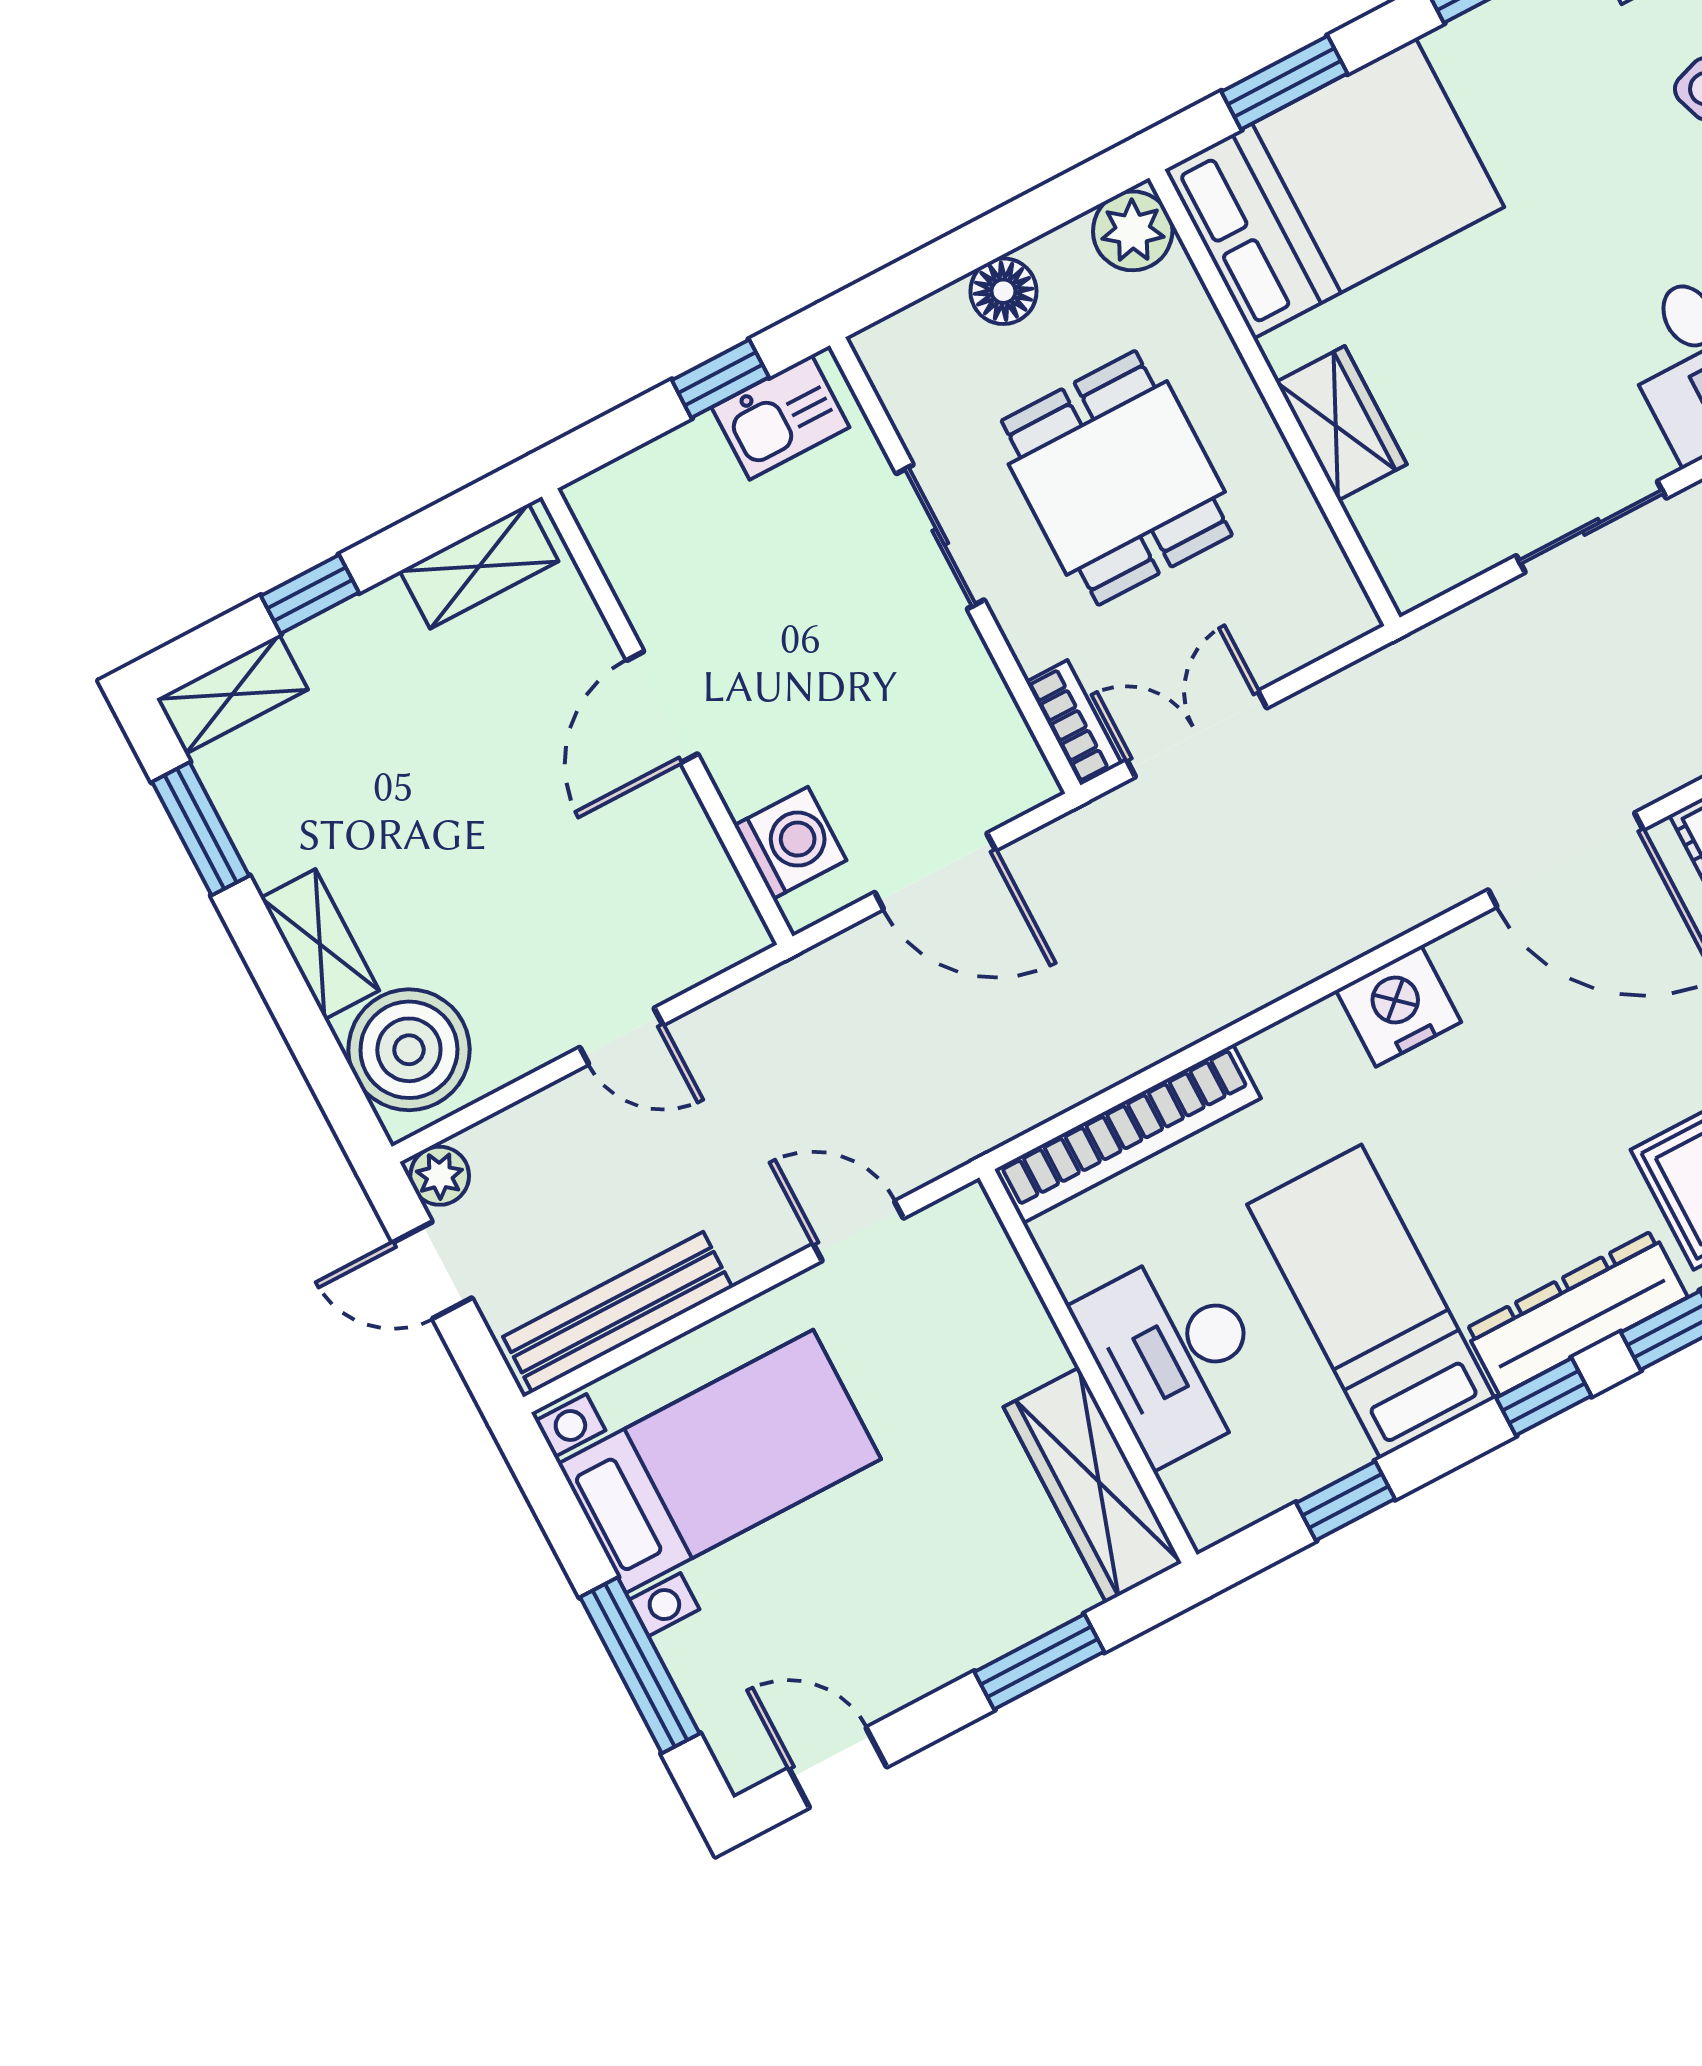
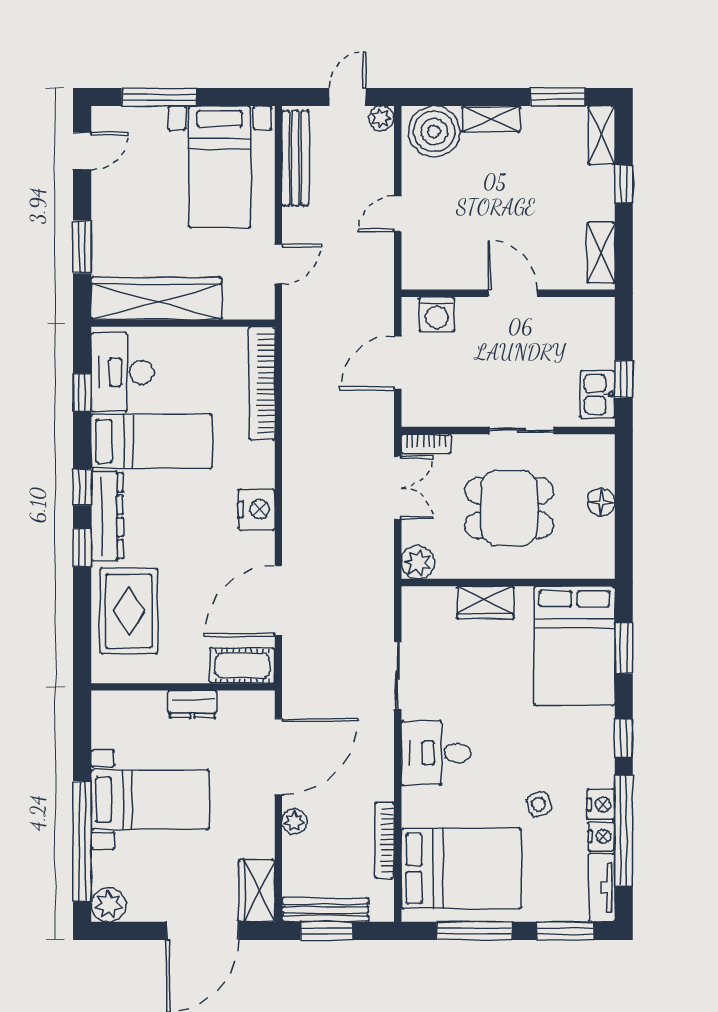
plant: (1133, 231) -> (418, 562), moved
desk: (1175, 1355) -> (122, 372), moved, turned -90
wardrobe: (1093, 1485) -> (156, 298), width x1.40, depth x1.17

